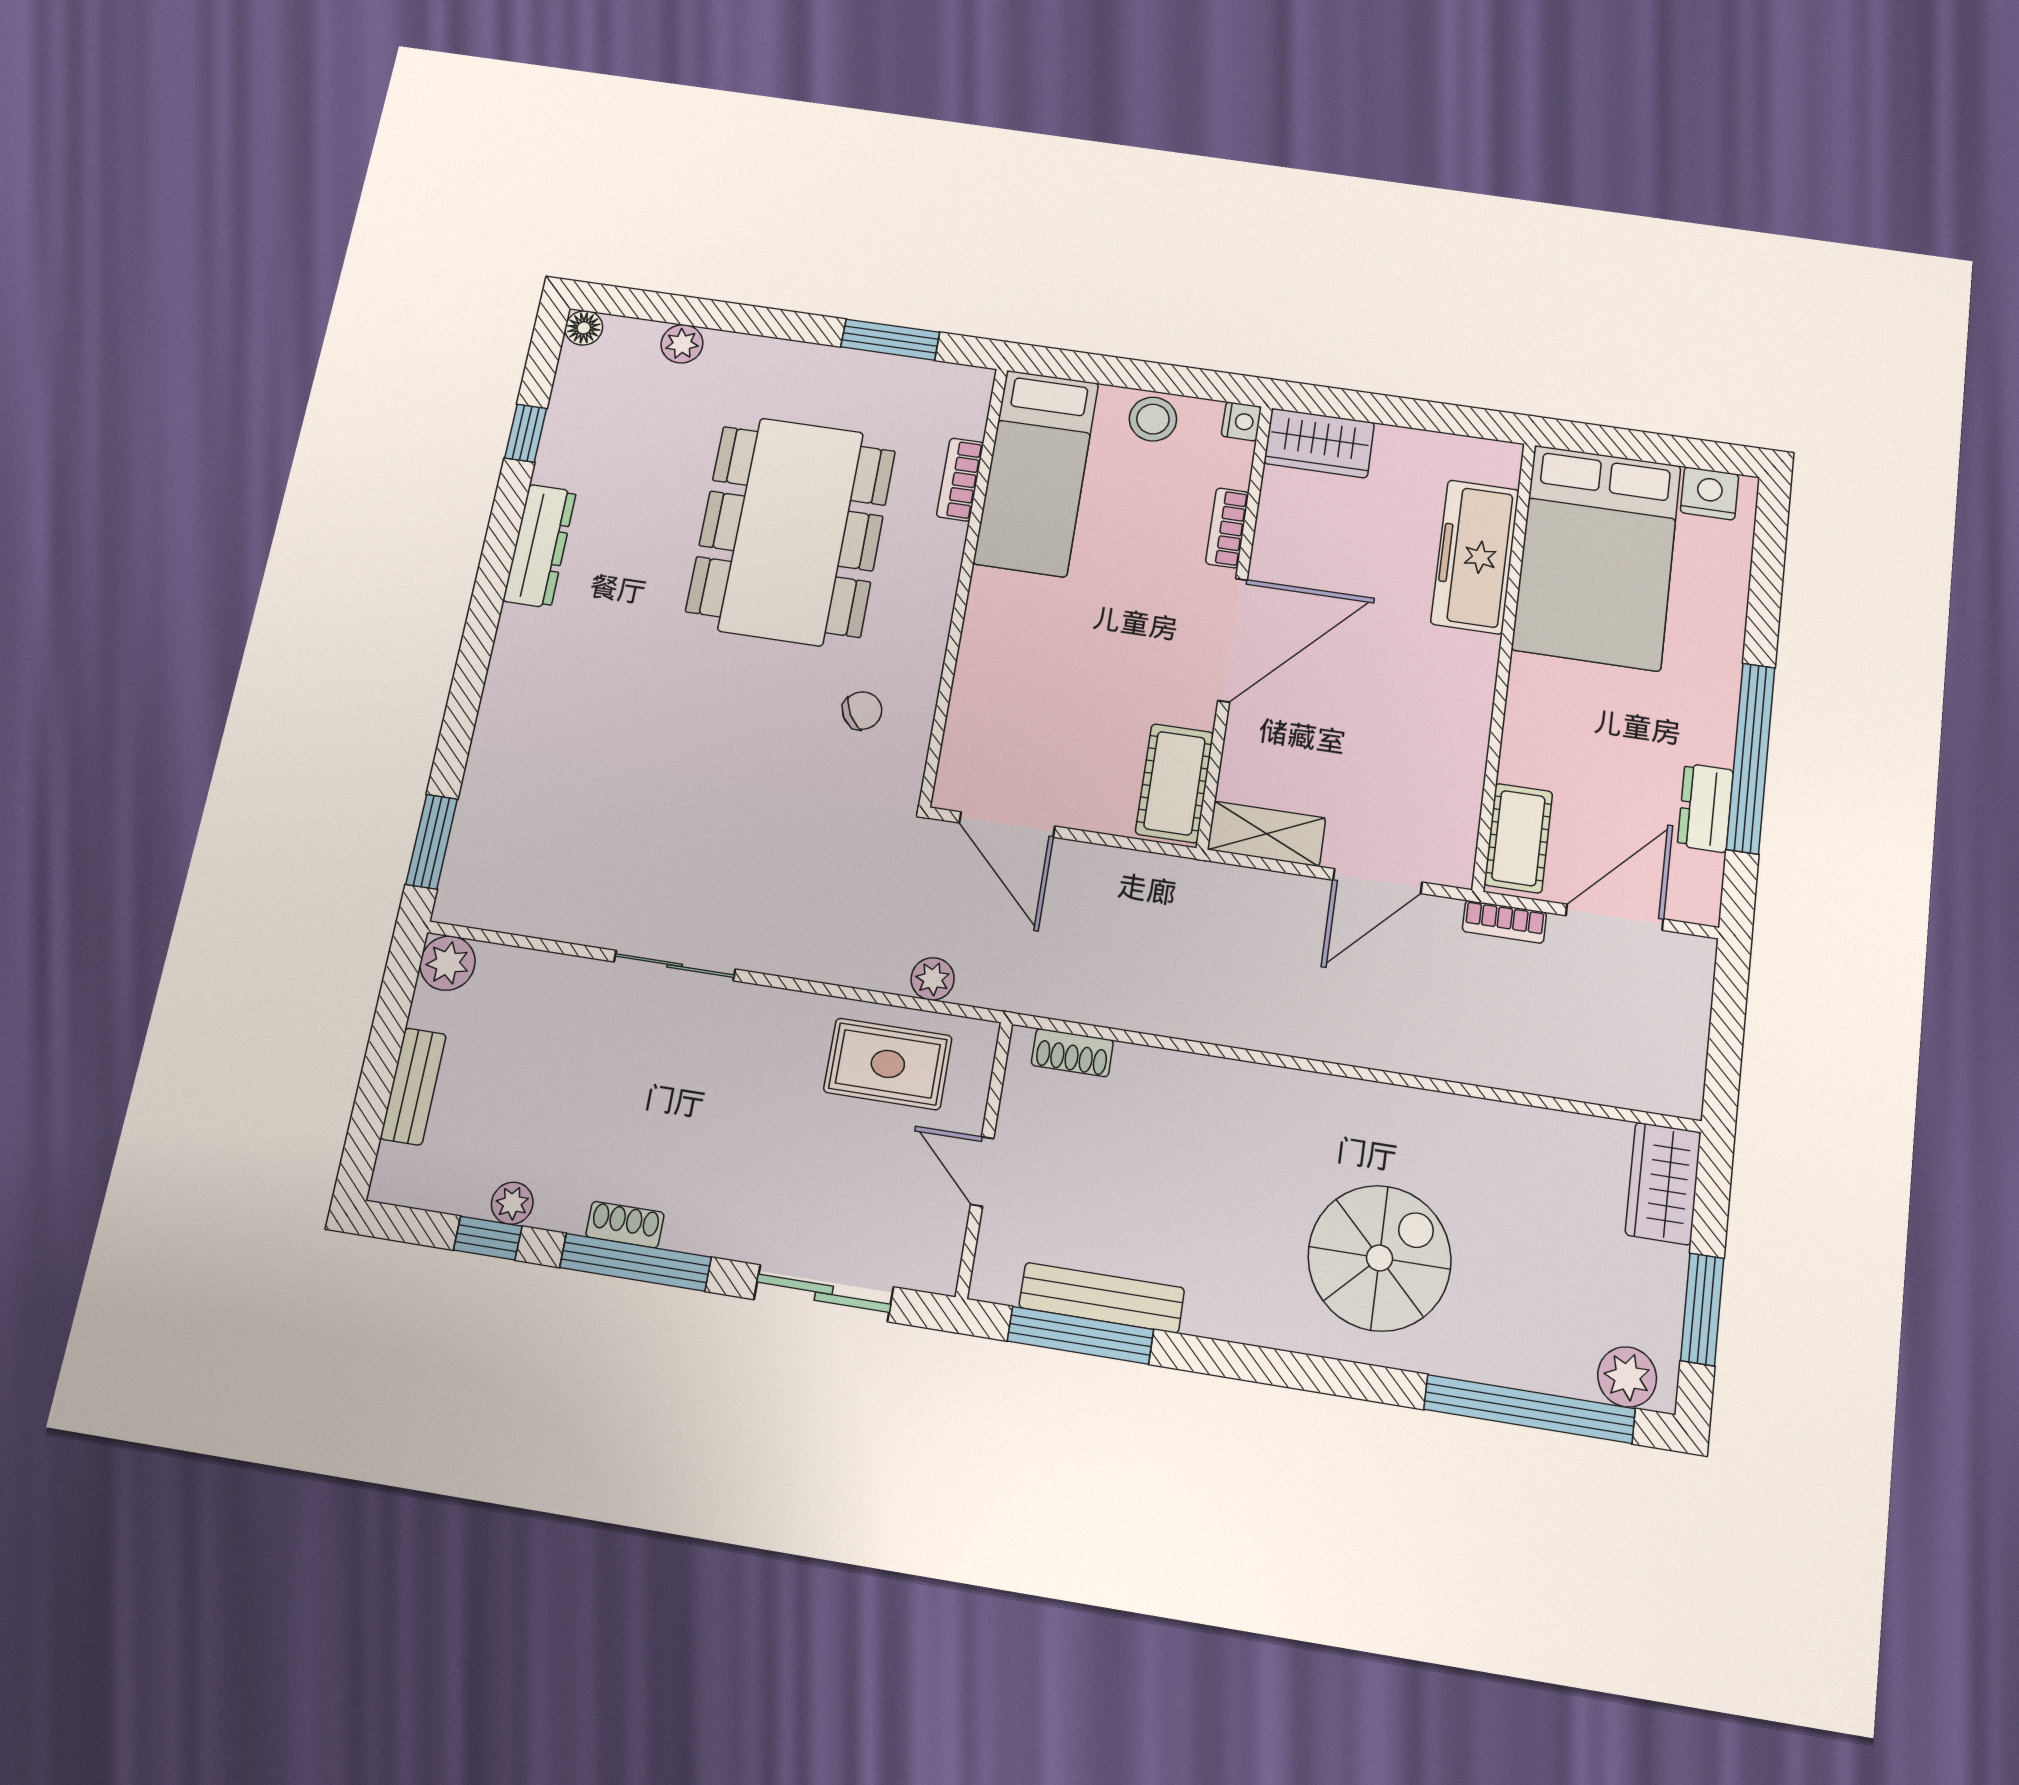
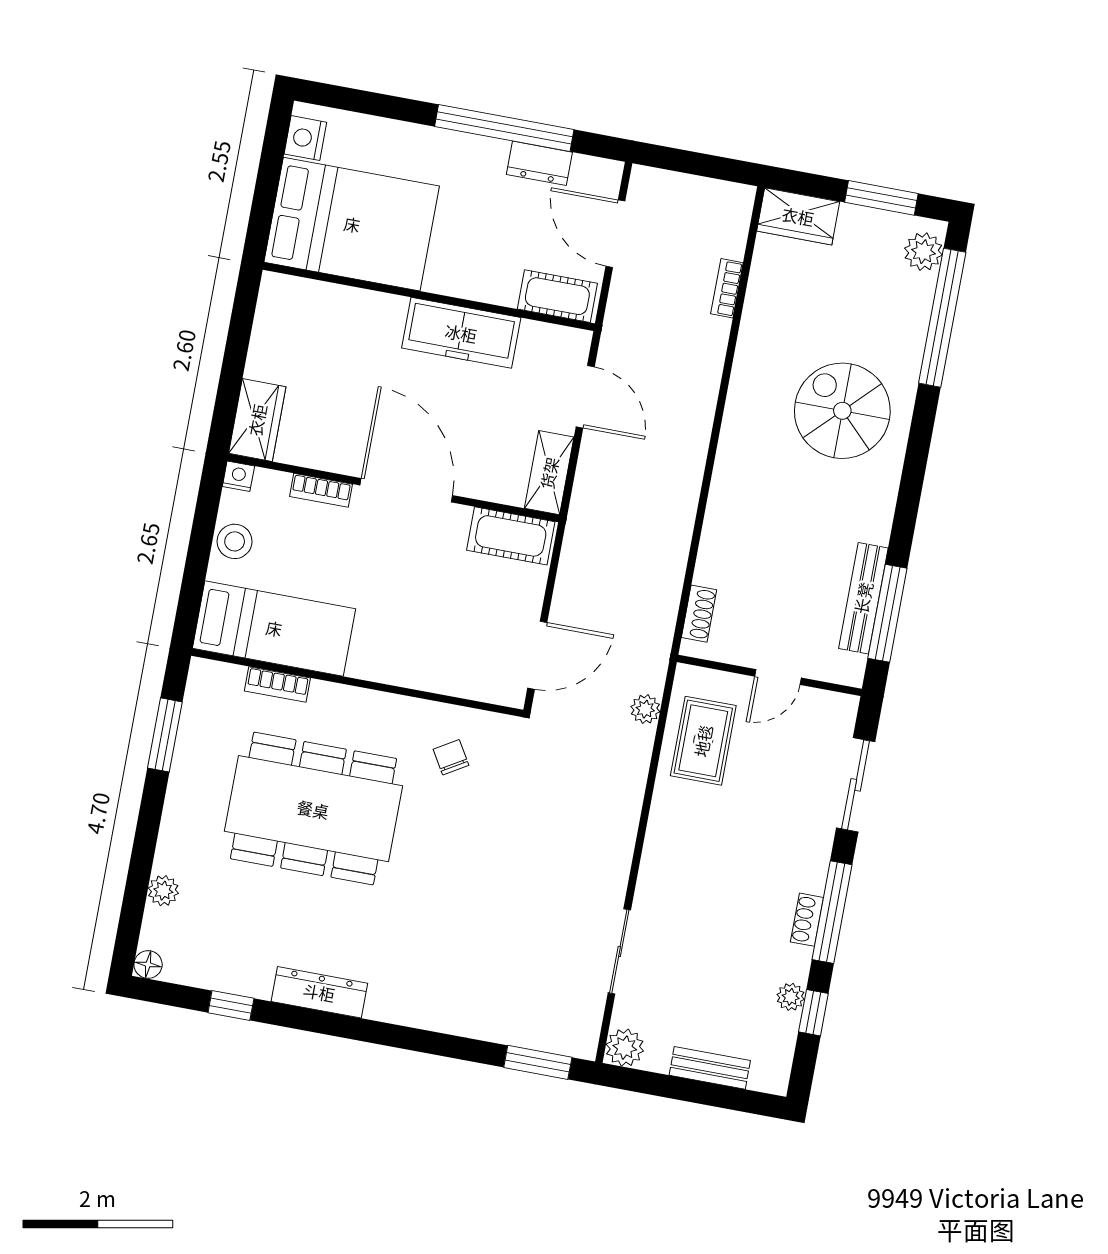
freezer: (1475, 557) -> (461, 333), moved
bookcase: (1504, 922) -> (727, 288), moved, turned 180
sliding door: (675, 966) -> (619, 951), moved

